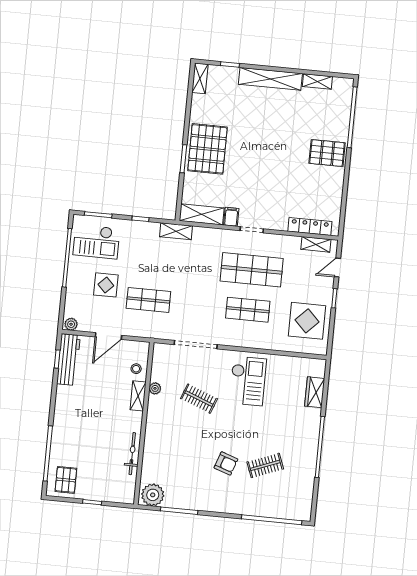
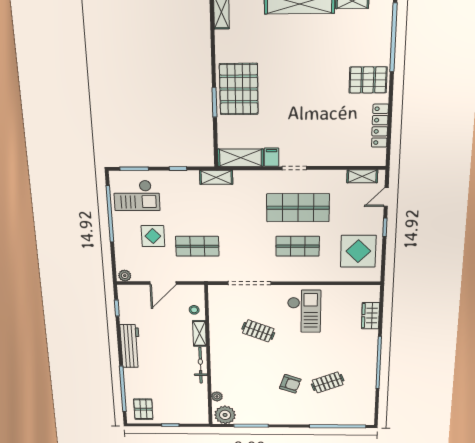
locker: (310, 226) -> (380, 126), moved, turned -90
workbench: (68, 360) -> (130, 346), moved
plant: (155, 388) -> (217, 396), moved
bicycle: (132, 454) -> (201, 365), moved

